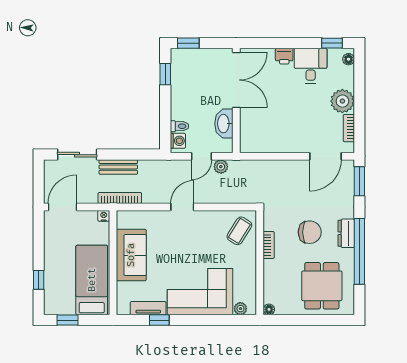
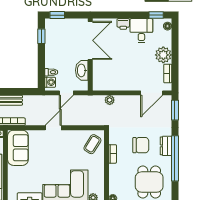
plant: (221, 167) -> (110, 100), moved
sofa: (131, 255) -> (18, 148), moved

